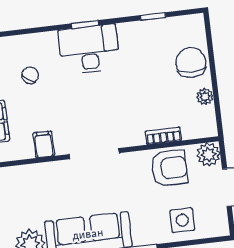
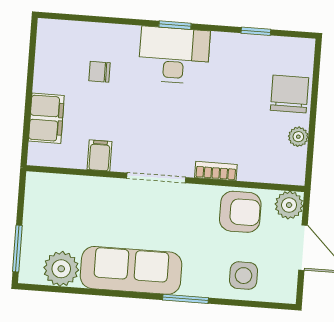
chair: (30, 75) -> (100, 72), turned -126
bookcase: (163, 136) -> (216, 171), moved

